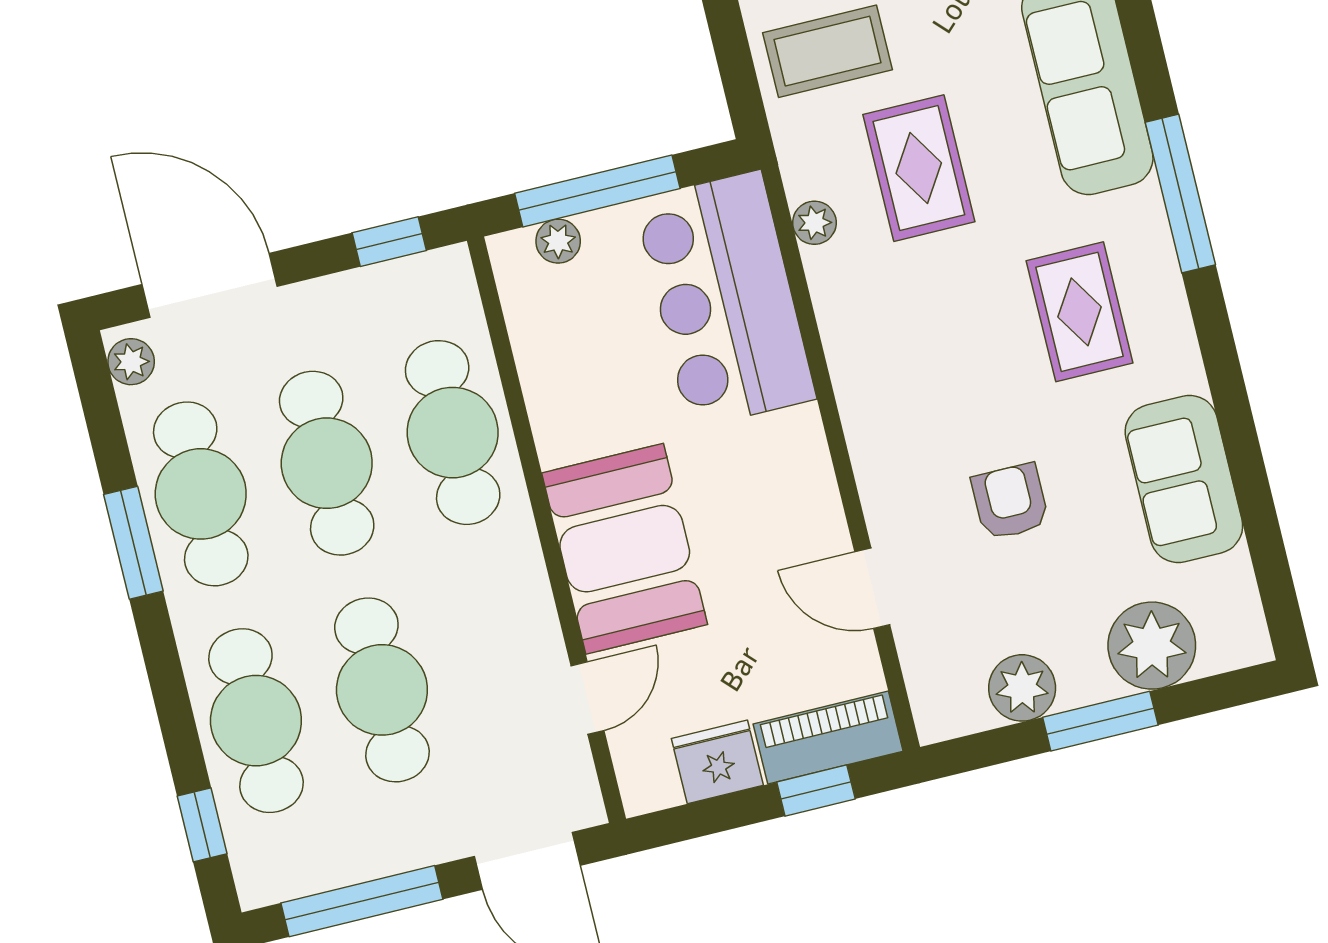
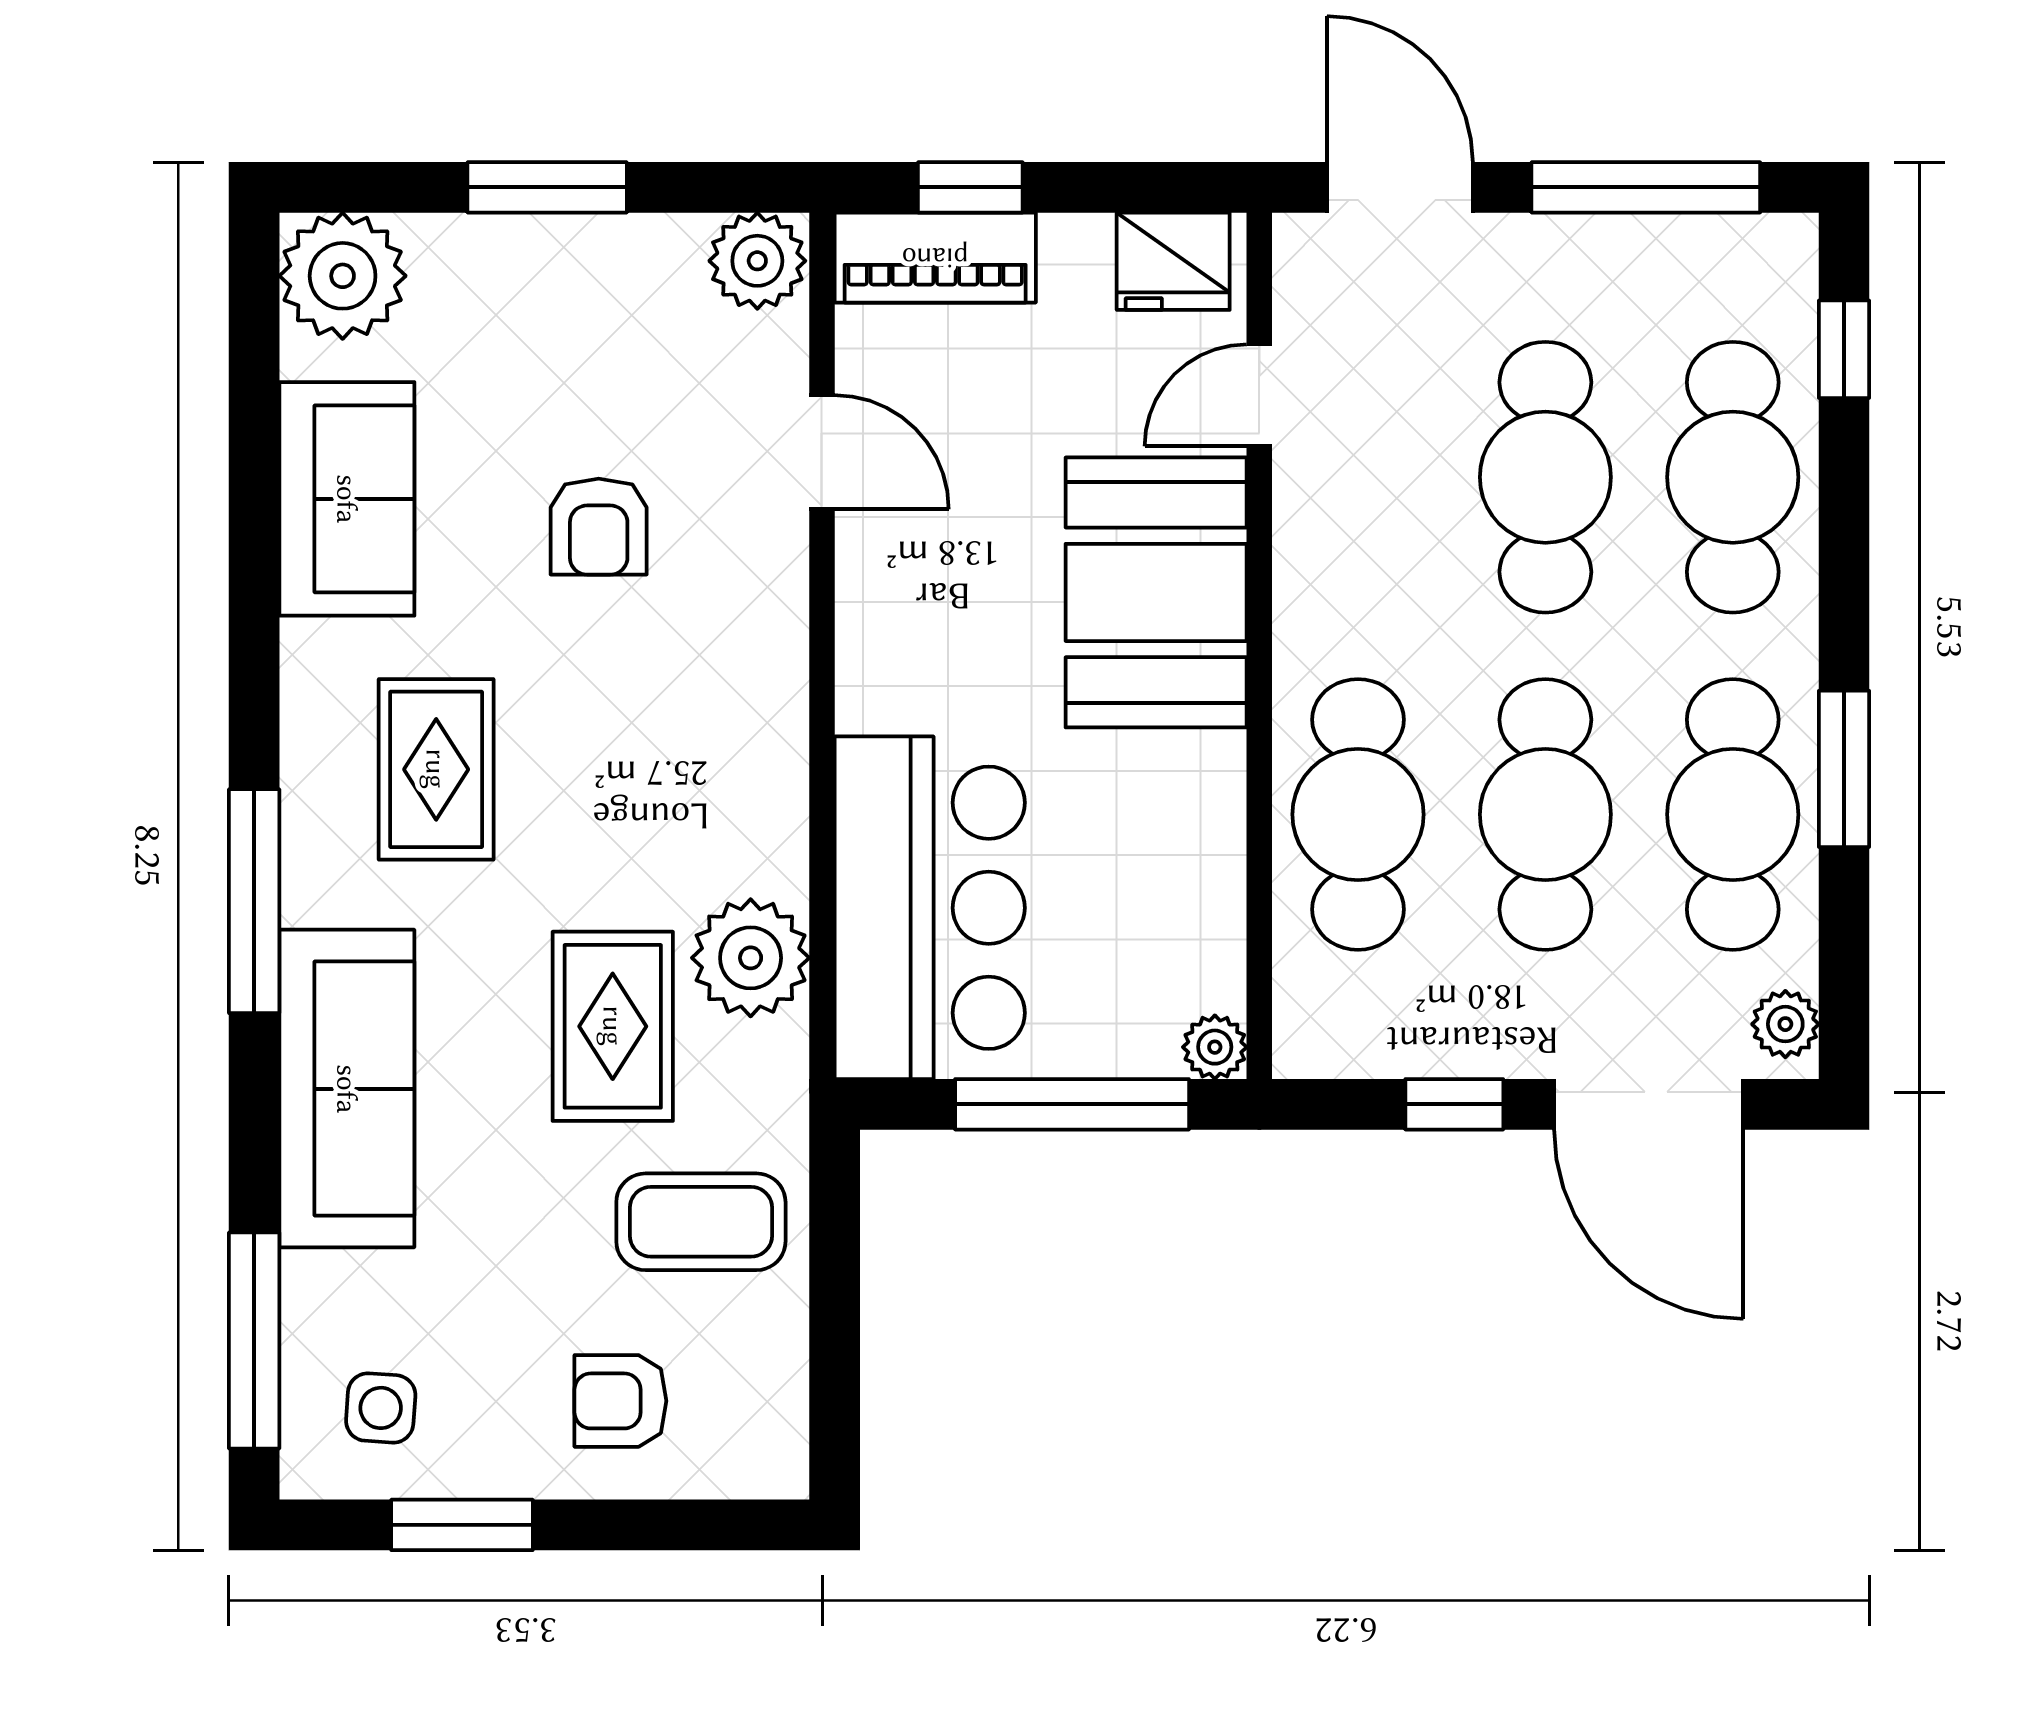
plant: (814, 223) -> (751, 958), width x1.87, depth x1.87
plant: (558, 241) -> (1215, 1047), moved
window: (389, 242) -> (1454, 1104), moved
plant: (1152, 646) -> (343, 276), moved
plant: (1022, 688) -> (757, 261), moved
fridge: (717, 762) -> (1173, 261), moved

